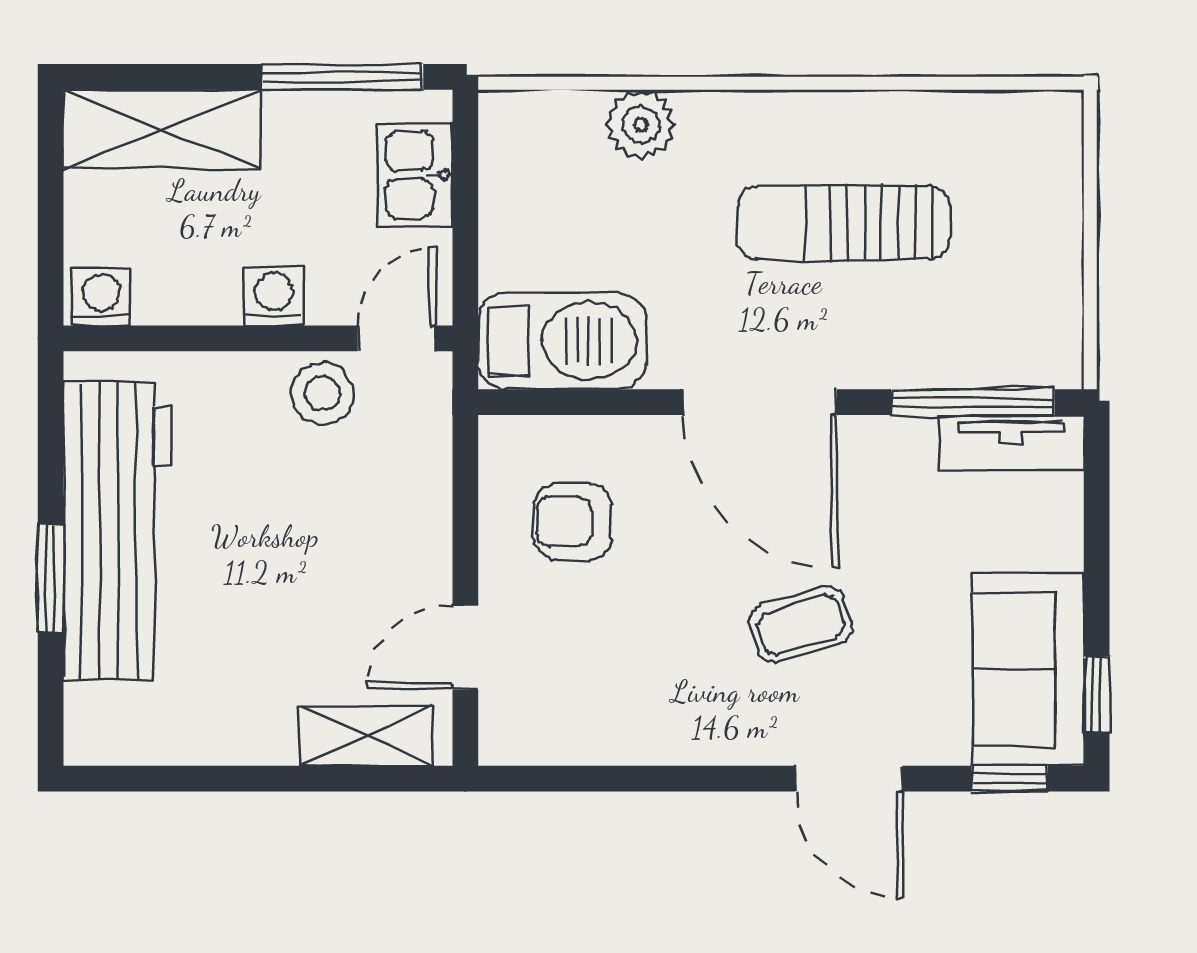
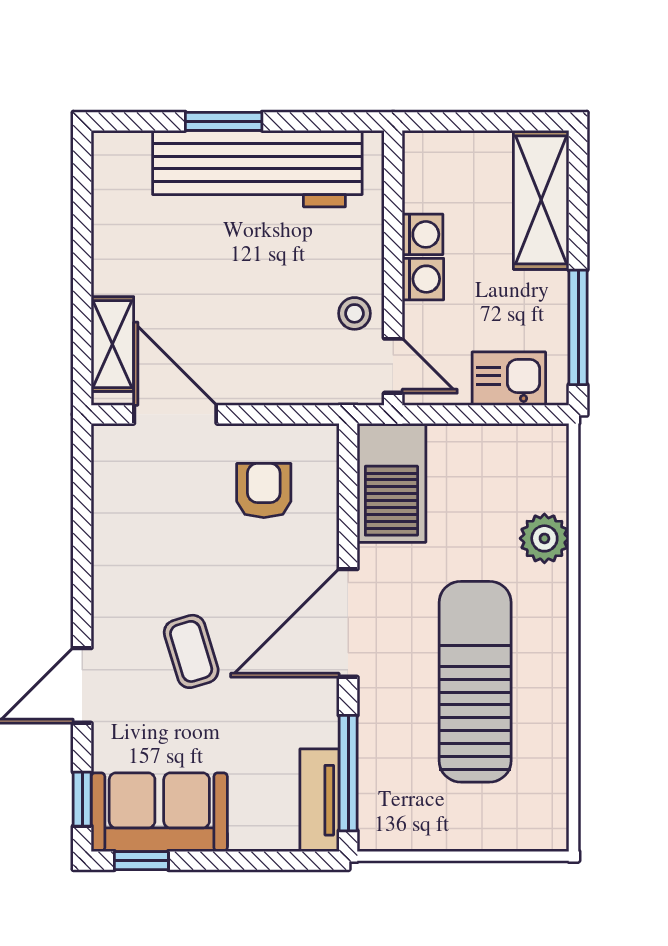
sun lounger: (844, 223) -> (475, 682), width x1.36, depth x1.34
washing machine: (101, 297) -> (423, 234), moved
stool: (322, 393) -> (355, 313), width x0.73, depth x0.73
door: (465, 647) -> (175, 414), width x1.38

